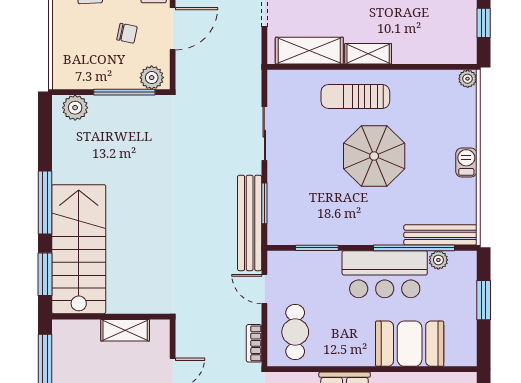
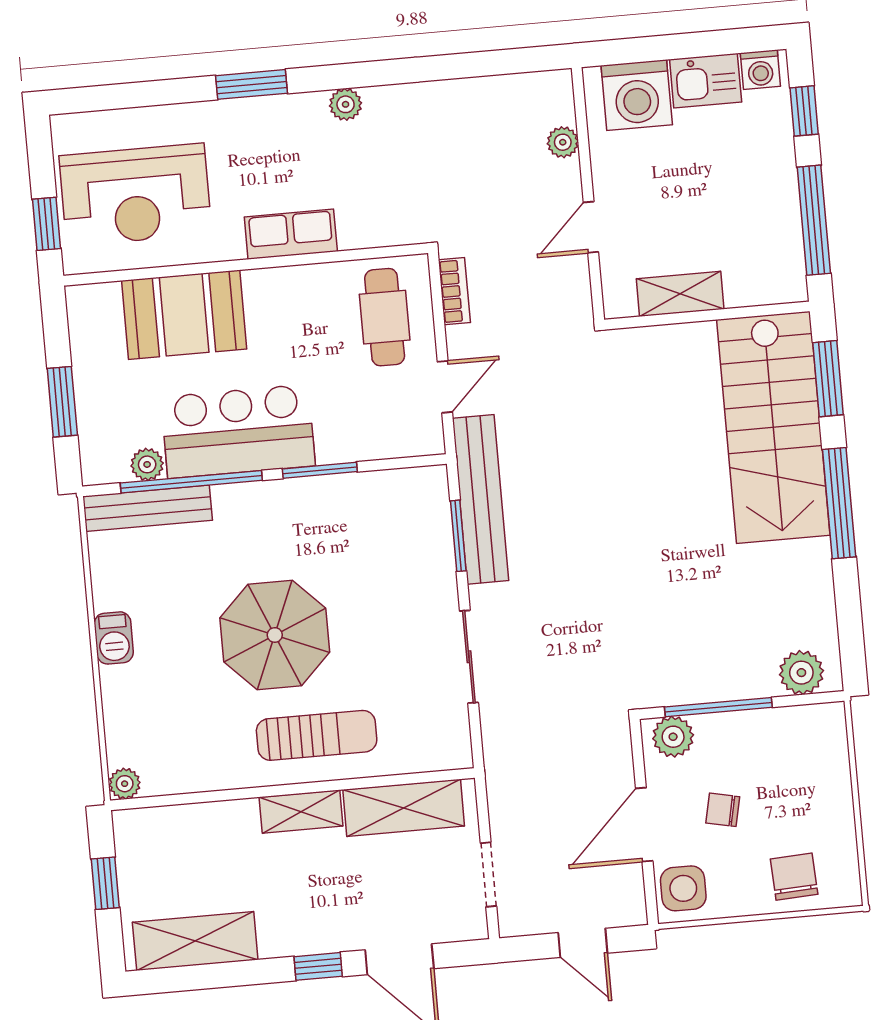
window: (317, 248) -> (320, 470), moved
door: (264, 289) -> (445, 387), hinge flipped

